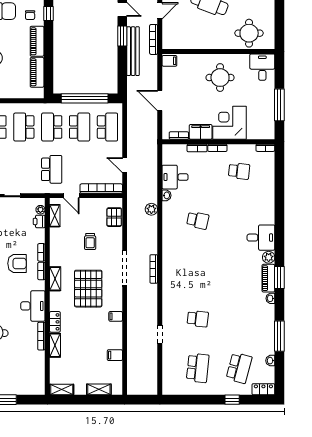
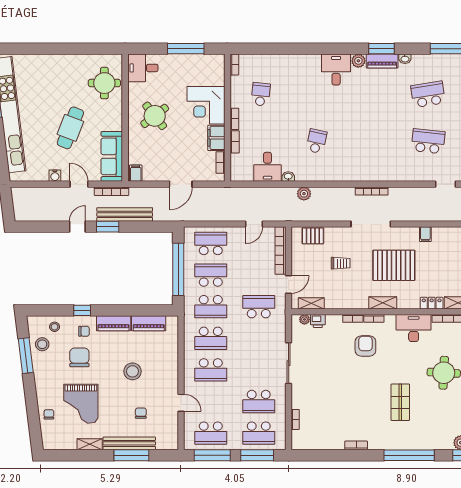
sofa: (184, 40) -> (112, 156), added
round table: (220, 78) -> (155, 116), turned -38
school desk: (198, 319) -> (428, 141), width x1.85
school desk: (239, 319) -> (428, 94), added

